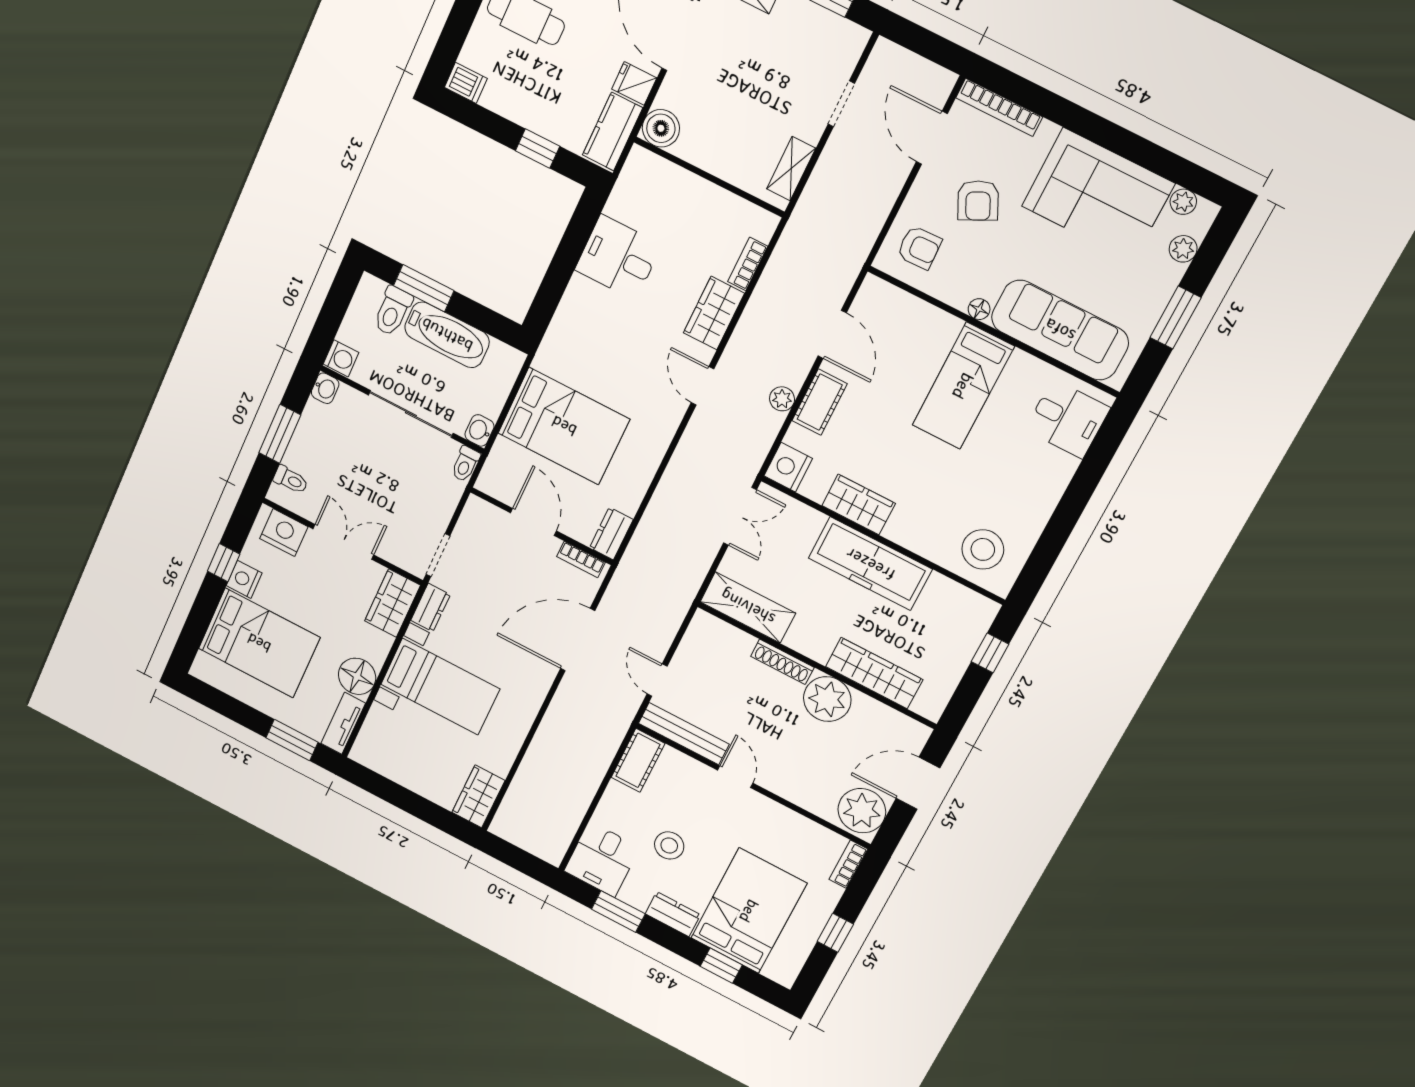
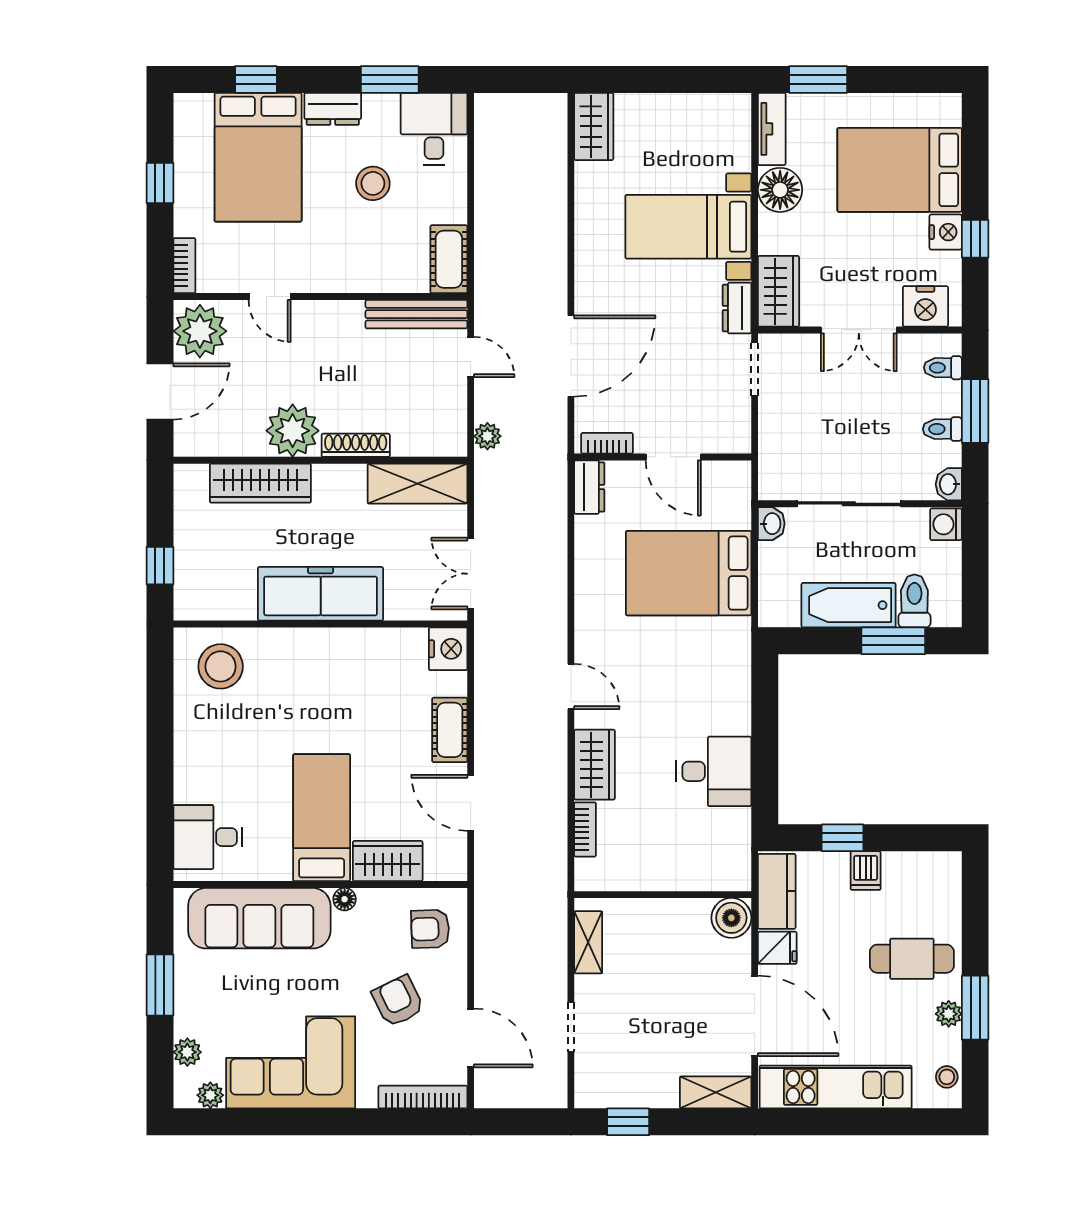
dishwasher: (466, 83) -> (866, 871), moved, turned -90
plant: (782, 399) -> (487, 436), moved
toilet: (465, 464) -> (942, 429), moved, turned -90
wardrobe: (859, 505) -> (388, 861), moved, turned 180
door: (735, 777) -> (270, 297), moved

